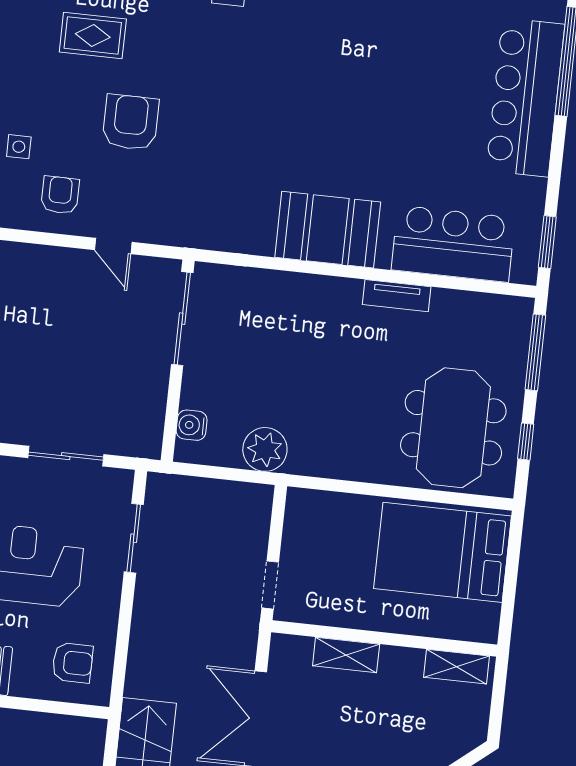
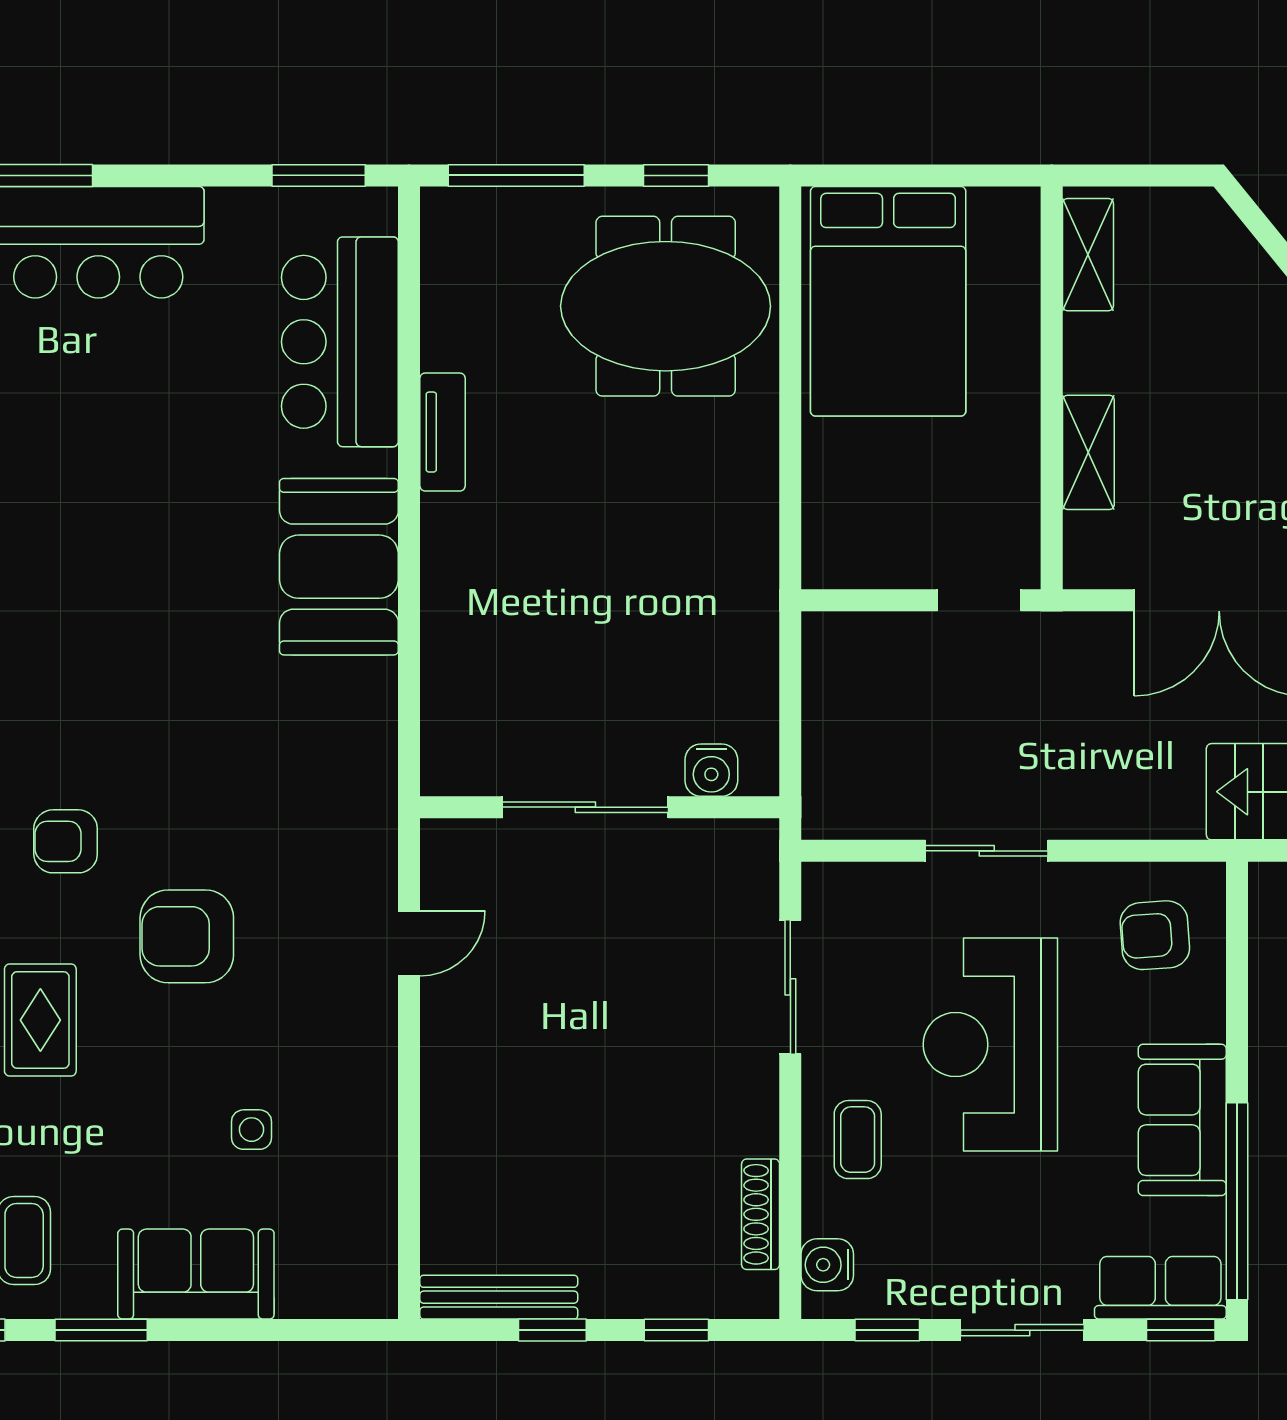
armchair: (60, 195) -> (66, 841), moved
sliding door: (182, 319) -> (585, 807), moved
plant: (265, 449) -> (740, 635), removed
sliding door: (134, 538) -> (987, 851), moved
armchair: (73, 663) -> (1155, 935), turned -94

